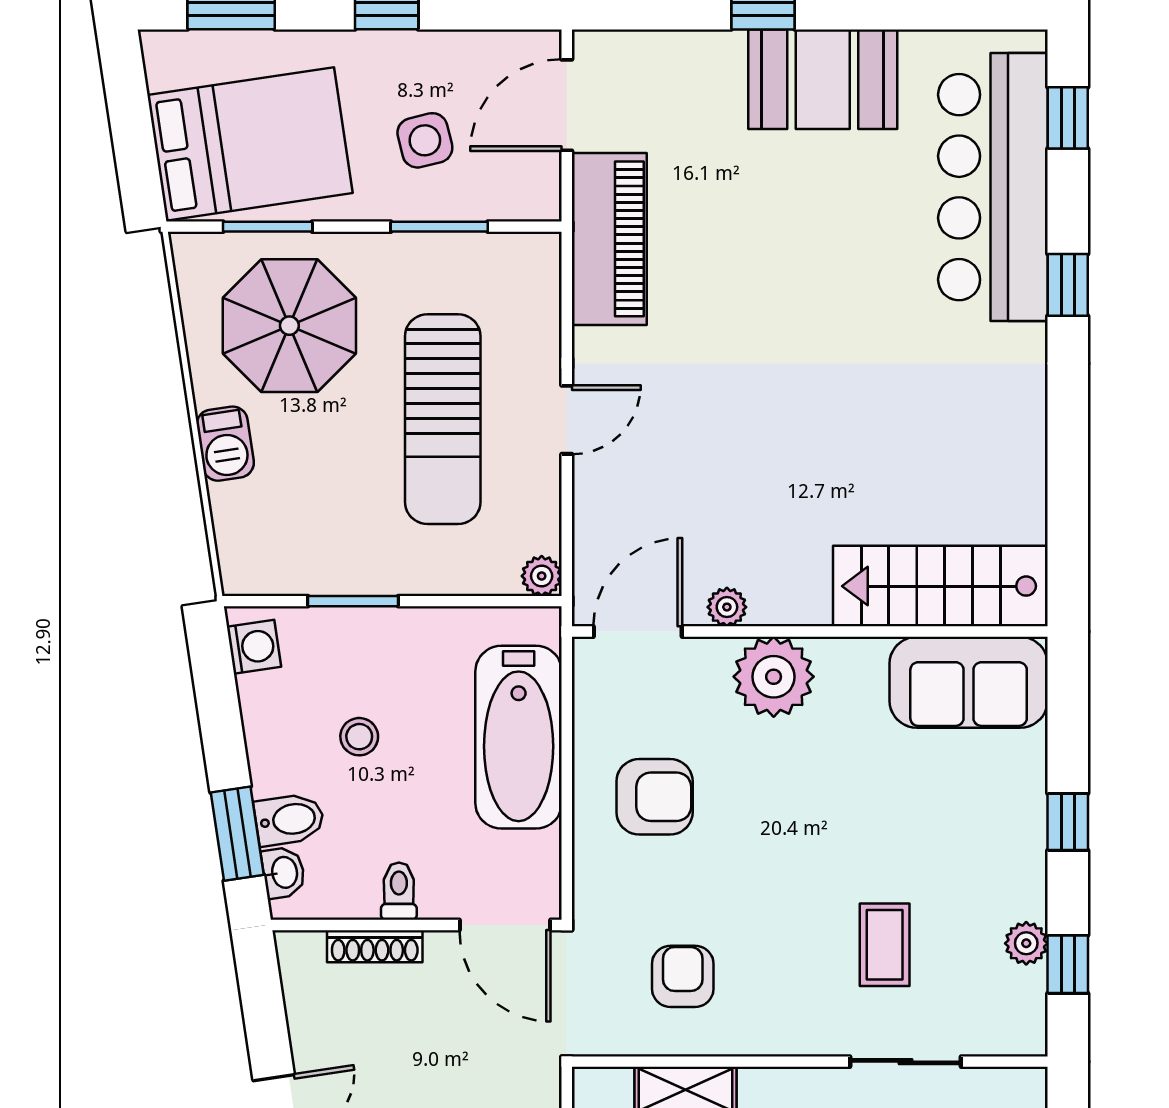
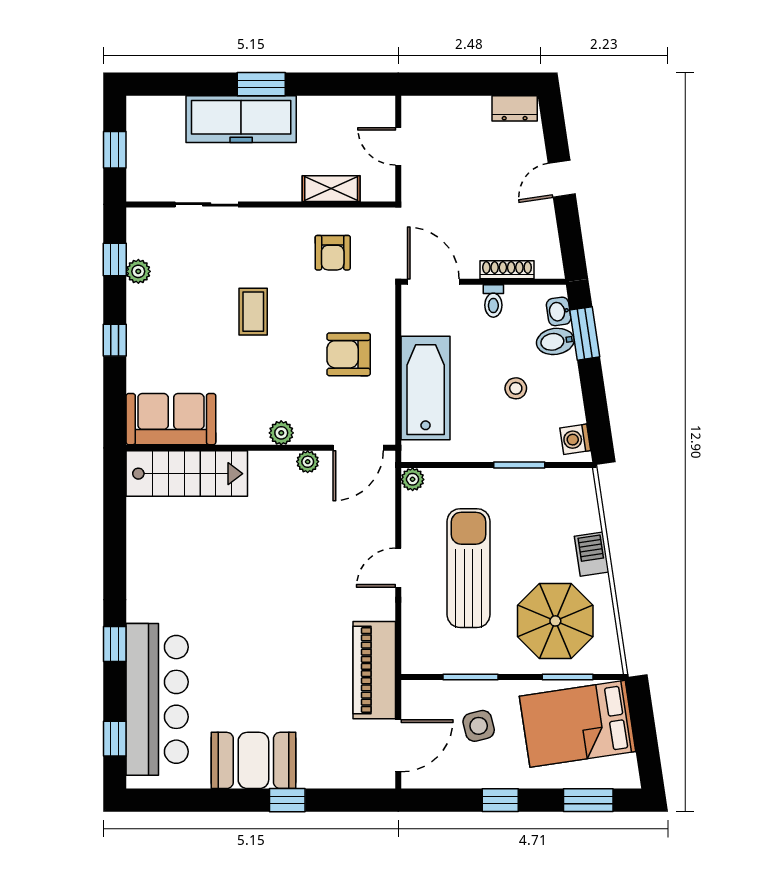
plant: (774, 677) -> (281, 433), width x0.53, depth x0.53
coffee table: (885, 945) -> (253, 312), moved

